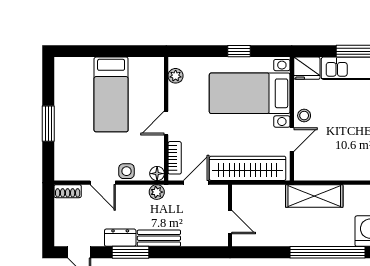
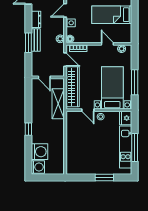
window: (239, 51) -> (135, 82), width x2.17
door: (166, 123) -> (107, 44), moved
shelving: (314, 196) -> (58, 104), moved
door: (230, 222) -> (44, 77), hinge flipped
window: (130, 252) -> (28, 43), moved
window: (328, 252) -> (28, 129), width x0.32

